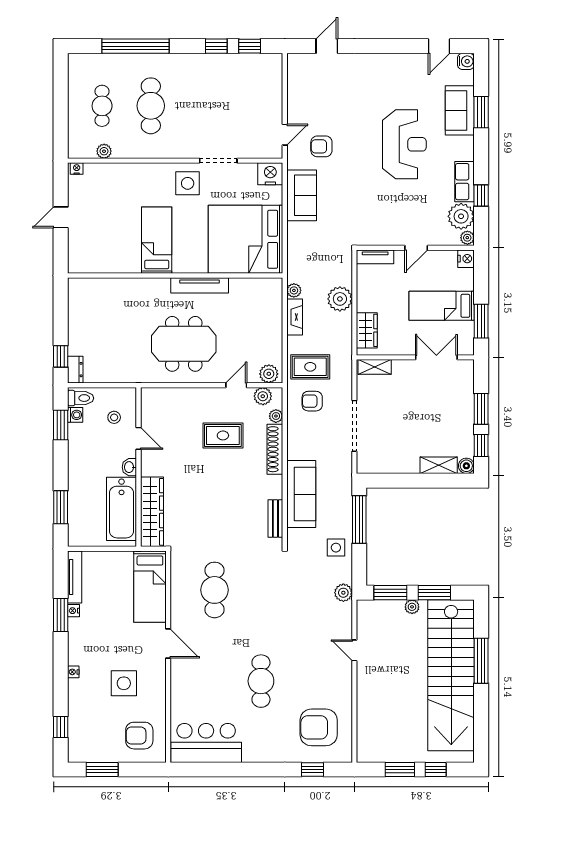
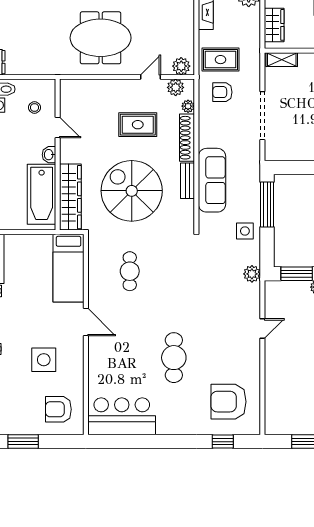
spiral stairs: (217, 505) -> (132, 191), added
bench: (275, 518) -> (188, 181), moved
cafe table: (214, 590) -> (130, 271), width x0.73, depth x0.74
door: (354, 650) -> (262, 329), swing flipped

